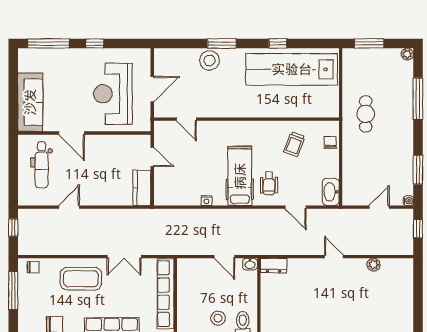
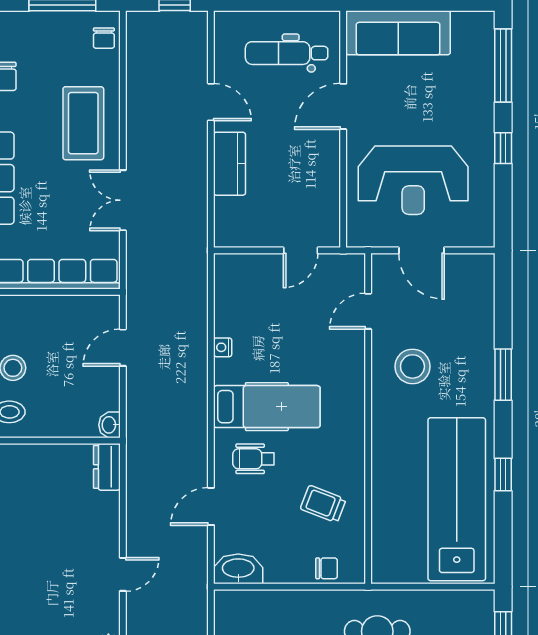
stool: (209, 61) -> (412, 366), moved
reception desk: (113, 94) -> (413, 180), turned 180
kitchen counter: (142, 188) -> (230, 164), moved, turned 90
door: (224, 257) -> (123, 348), moved

